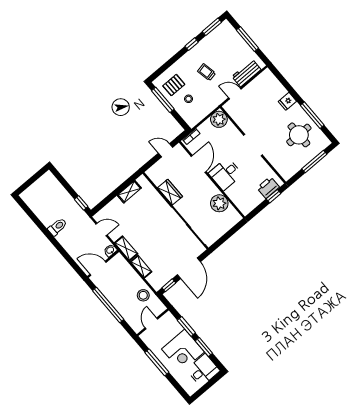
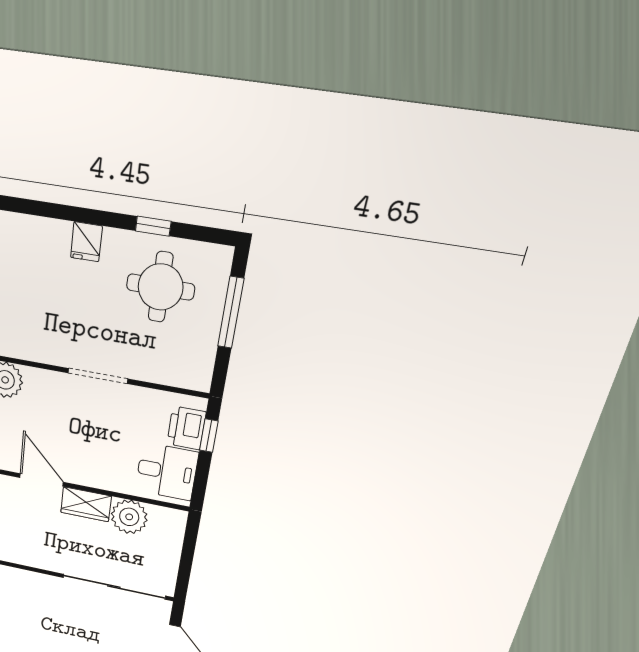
window: (312, 115) -> (153, 226), width x0.46
desk: (226, 174) -> (167, 472), moved, turned -90
wardrobe: (170, 192) -> (86, 504), moved, turned 180

